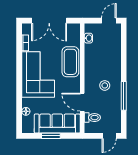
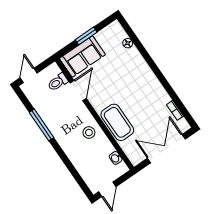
corner sofa: (38, 75) -> (141, 88), removed
stool: (105, 85) -> (89, 133), moved
door: (82, 102) -> (78, 91), hinge flipped
sofa: (57, 124) -> (82, 56), width x0.73

